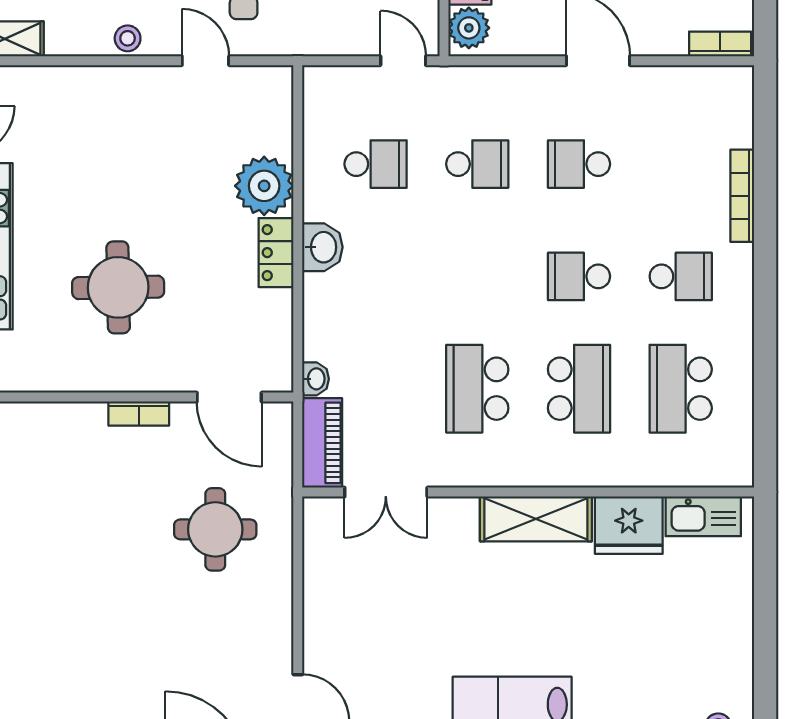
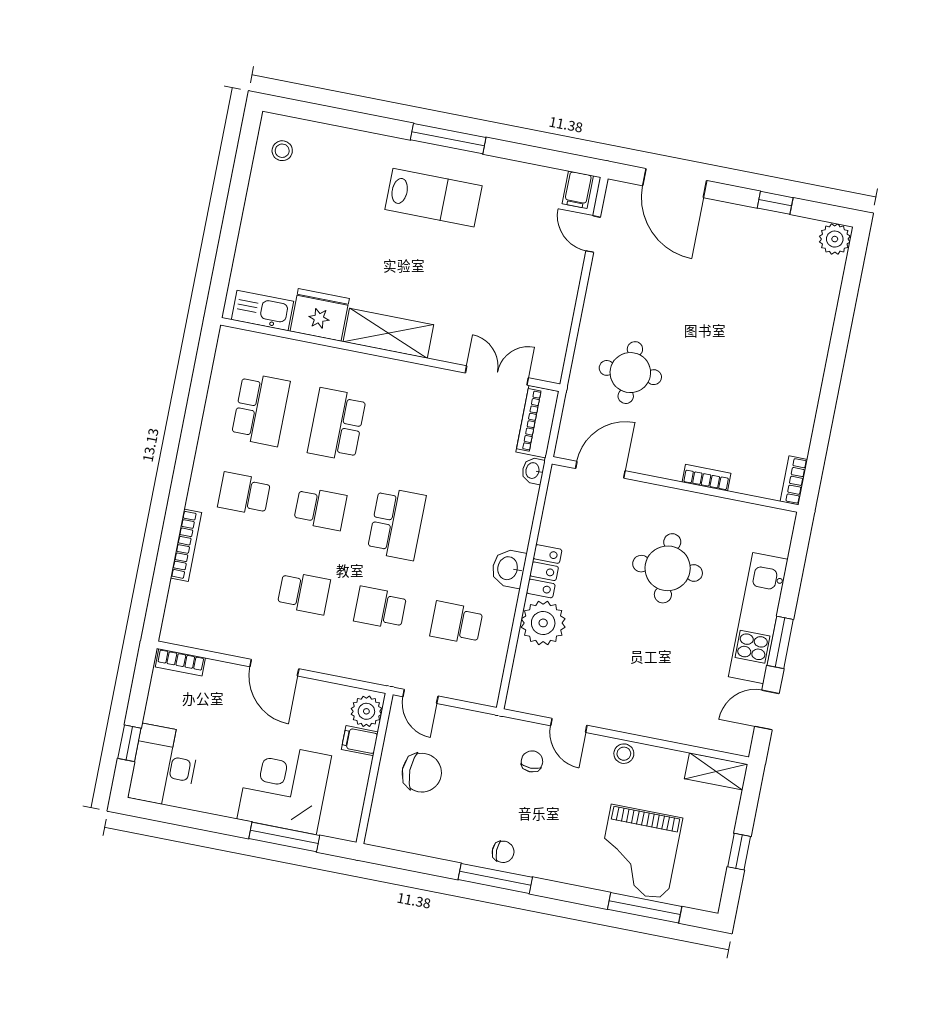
school desk: (477, 389) -> (397, 524), moved
door: (229, 397) -> (600, 470), hinge flipped
bookcase: (139, 414) -> (707, 478), moved

